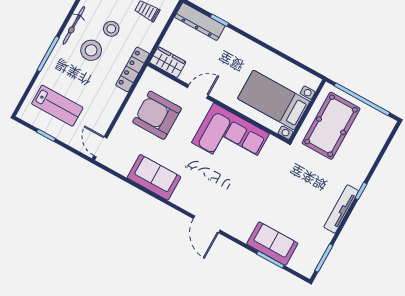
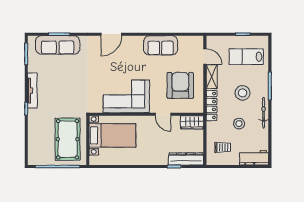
stool: (91, 50) -> (242, 93), moved
door: (198, 92) -> (163, 114), hinge flipped
shelving: (113, 105) -> (212, 77), added
armchair: (157, 115) -> (180, 85), turned -90
door: (100, 147) -> (205, 57), moved
door: (207, 224) -> (111, 34), swing flipped
sofa: (272, 244) -> (58, 45), width x1.36

